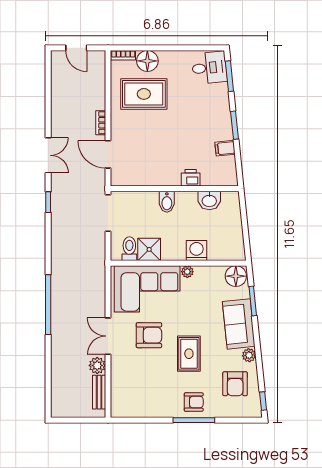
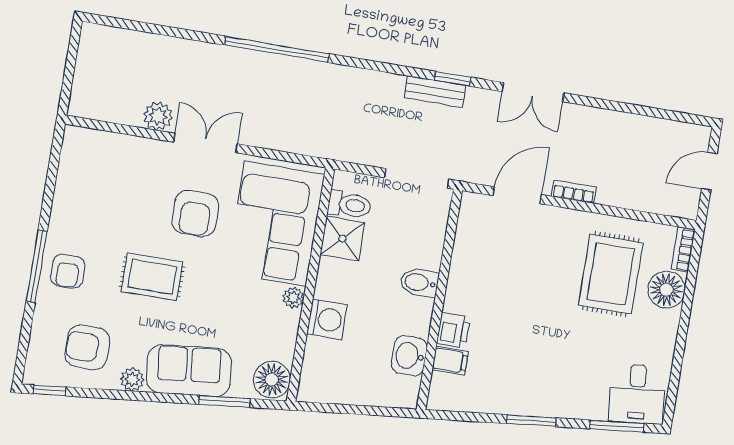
filing cabinet: (225, 148) -> (450, 361), moved, turned 96
bench: (99, 392) -> (435, 91), moved

